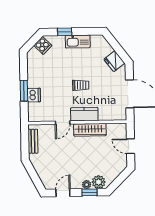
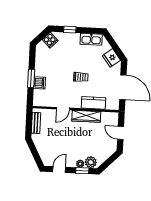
kitchen sink: (78, 42) -> (91, 39), moved
kitchen counter: (84, 114) -> (93, 103), moved

